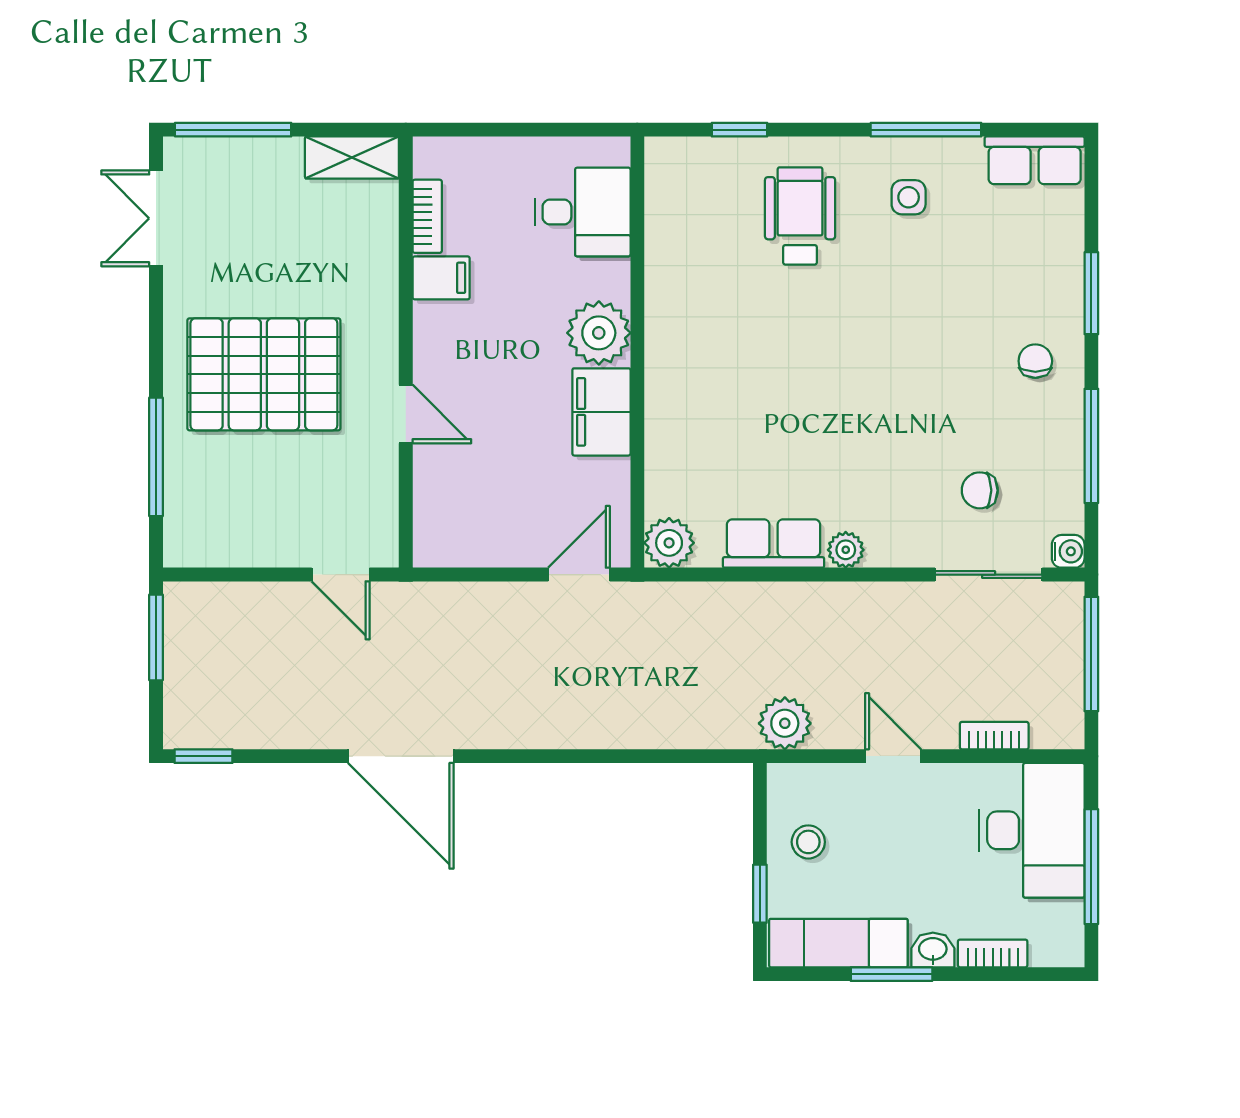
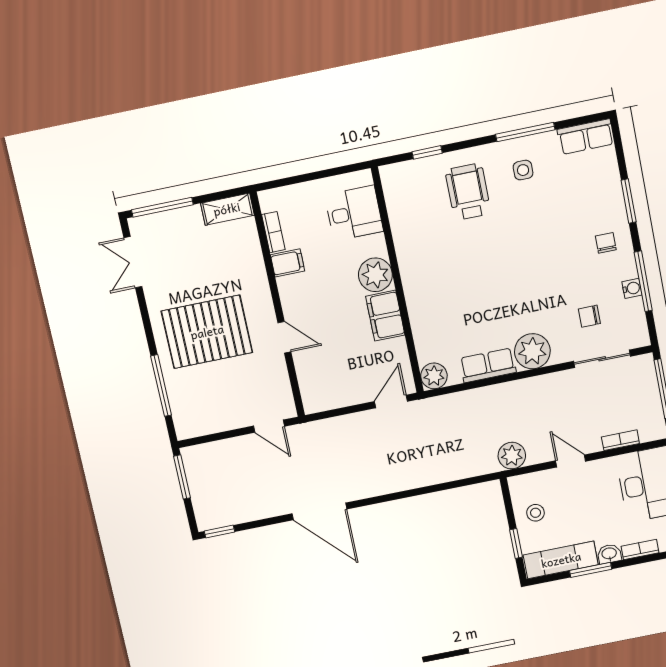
plant: (846, 550) -> (532, 351), width x1.87, depth x1.87
water cooler: (1068, 551) -> (632, 288), moved

